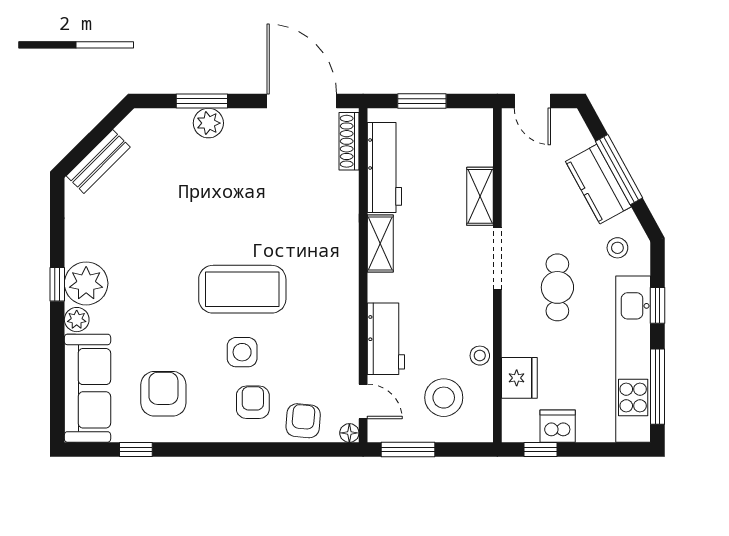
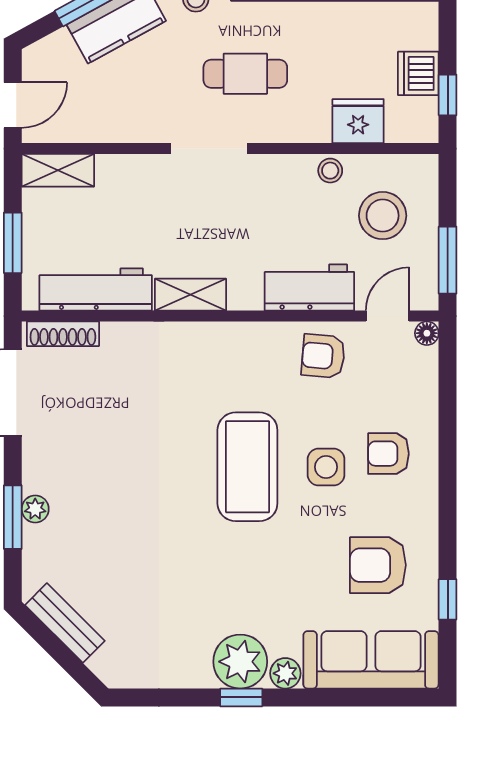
plant: (208, 123) -> (35, 509), width x0.73, depth x0.73
bench: (98, 162) -> (65, 623), moved
shelving: (480, 196) -> (58, 170), moved
armchair: (303, 421) -> (323, 356), moved

